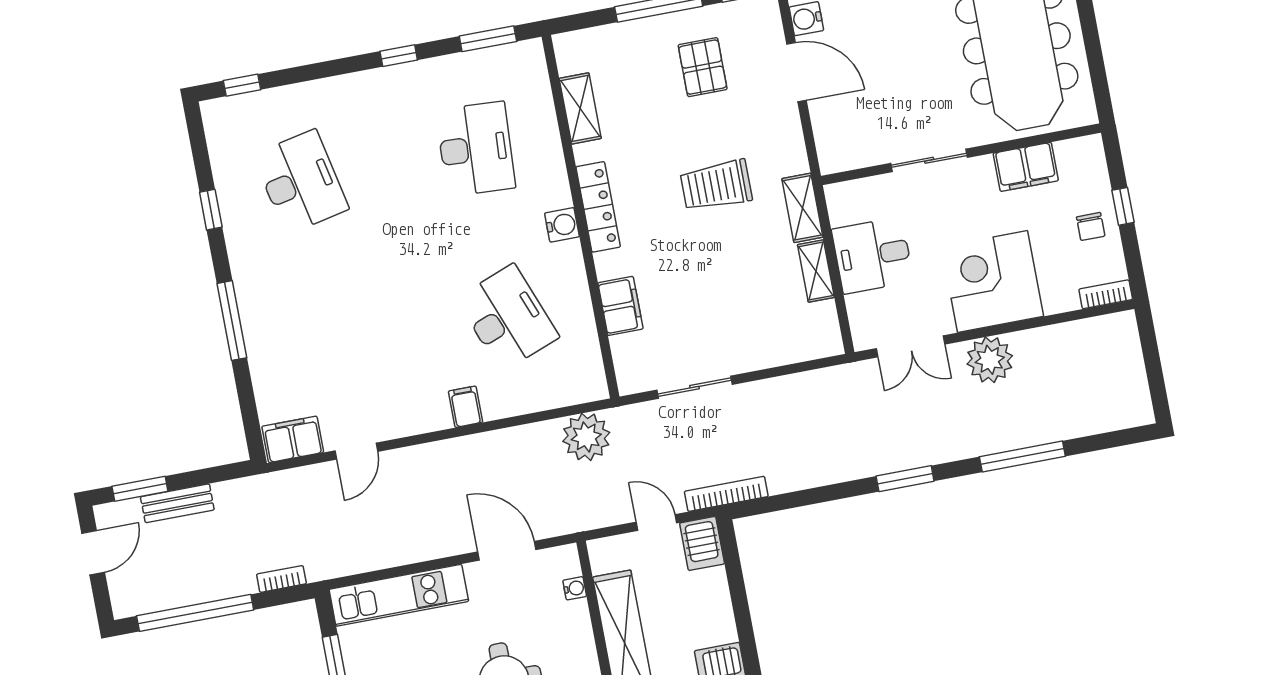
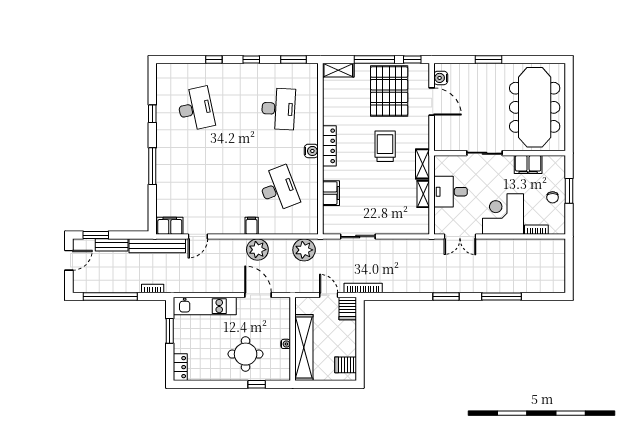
pallet: (703, 67) -> (389, 91), width x2.05, depth x2.00
window: (242, 85) -> (214, 60), moved
shelving: (580, 108) -> (338, 70), moved, turned 90
trolley: (716, 185) -> (385, 146), turned 90
window: (1123, 206) -> (569, 191), width x1.50
bookcase: (1106, 294) -> (536, 230), moved
plant: (990, 360) -> (257, 250), moved
bench: (274, 487) -> (157, 246), added
water cooler: (575, 588) -> (286, 344), moved

